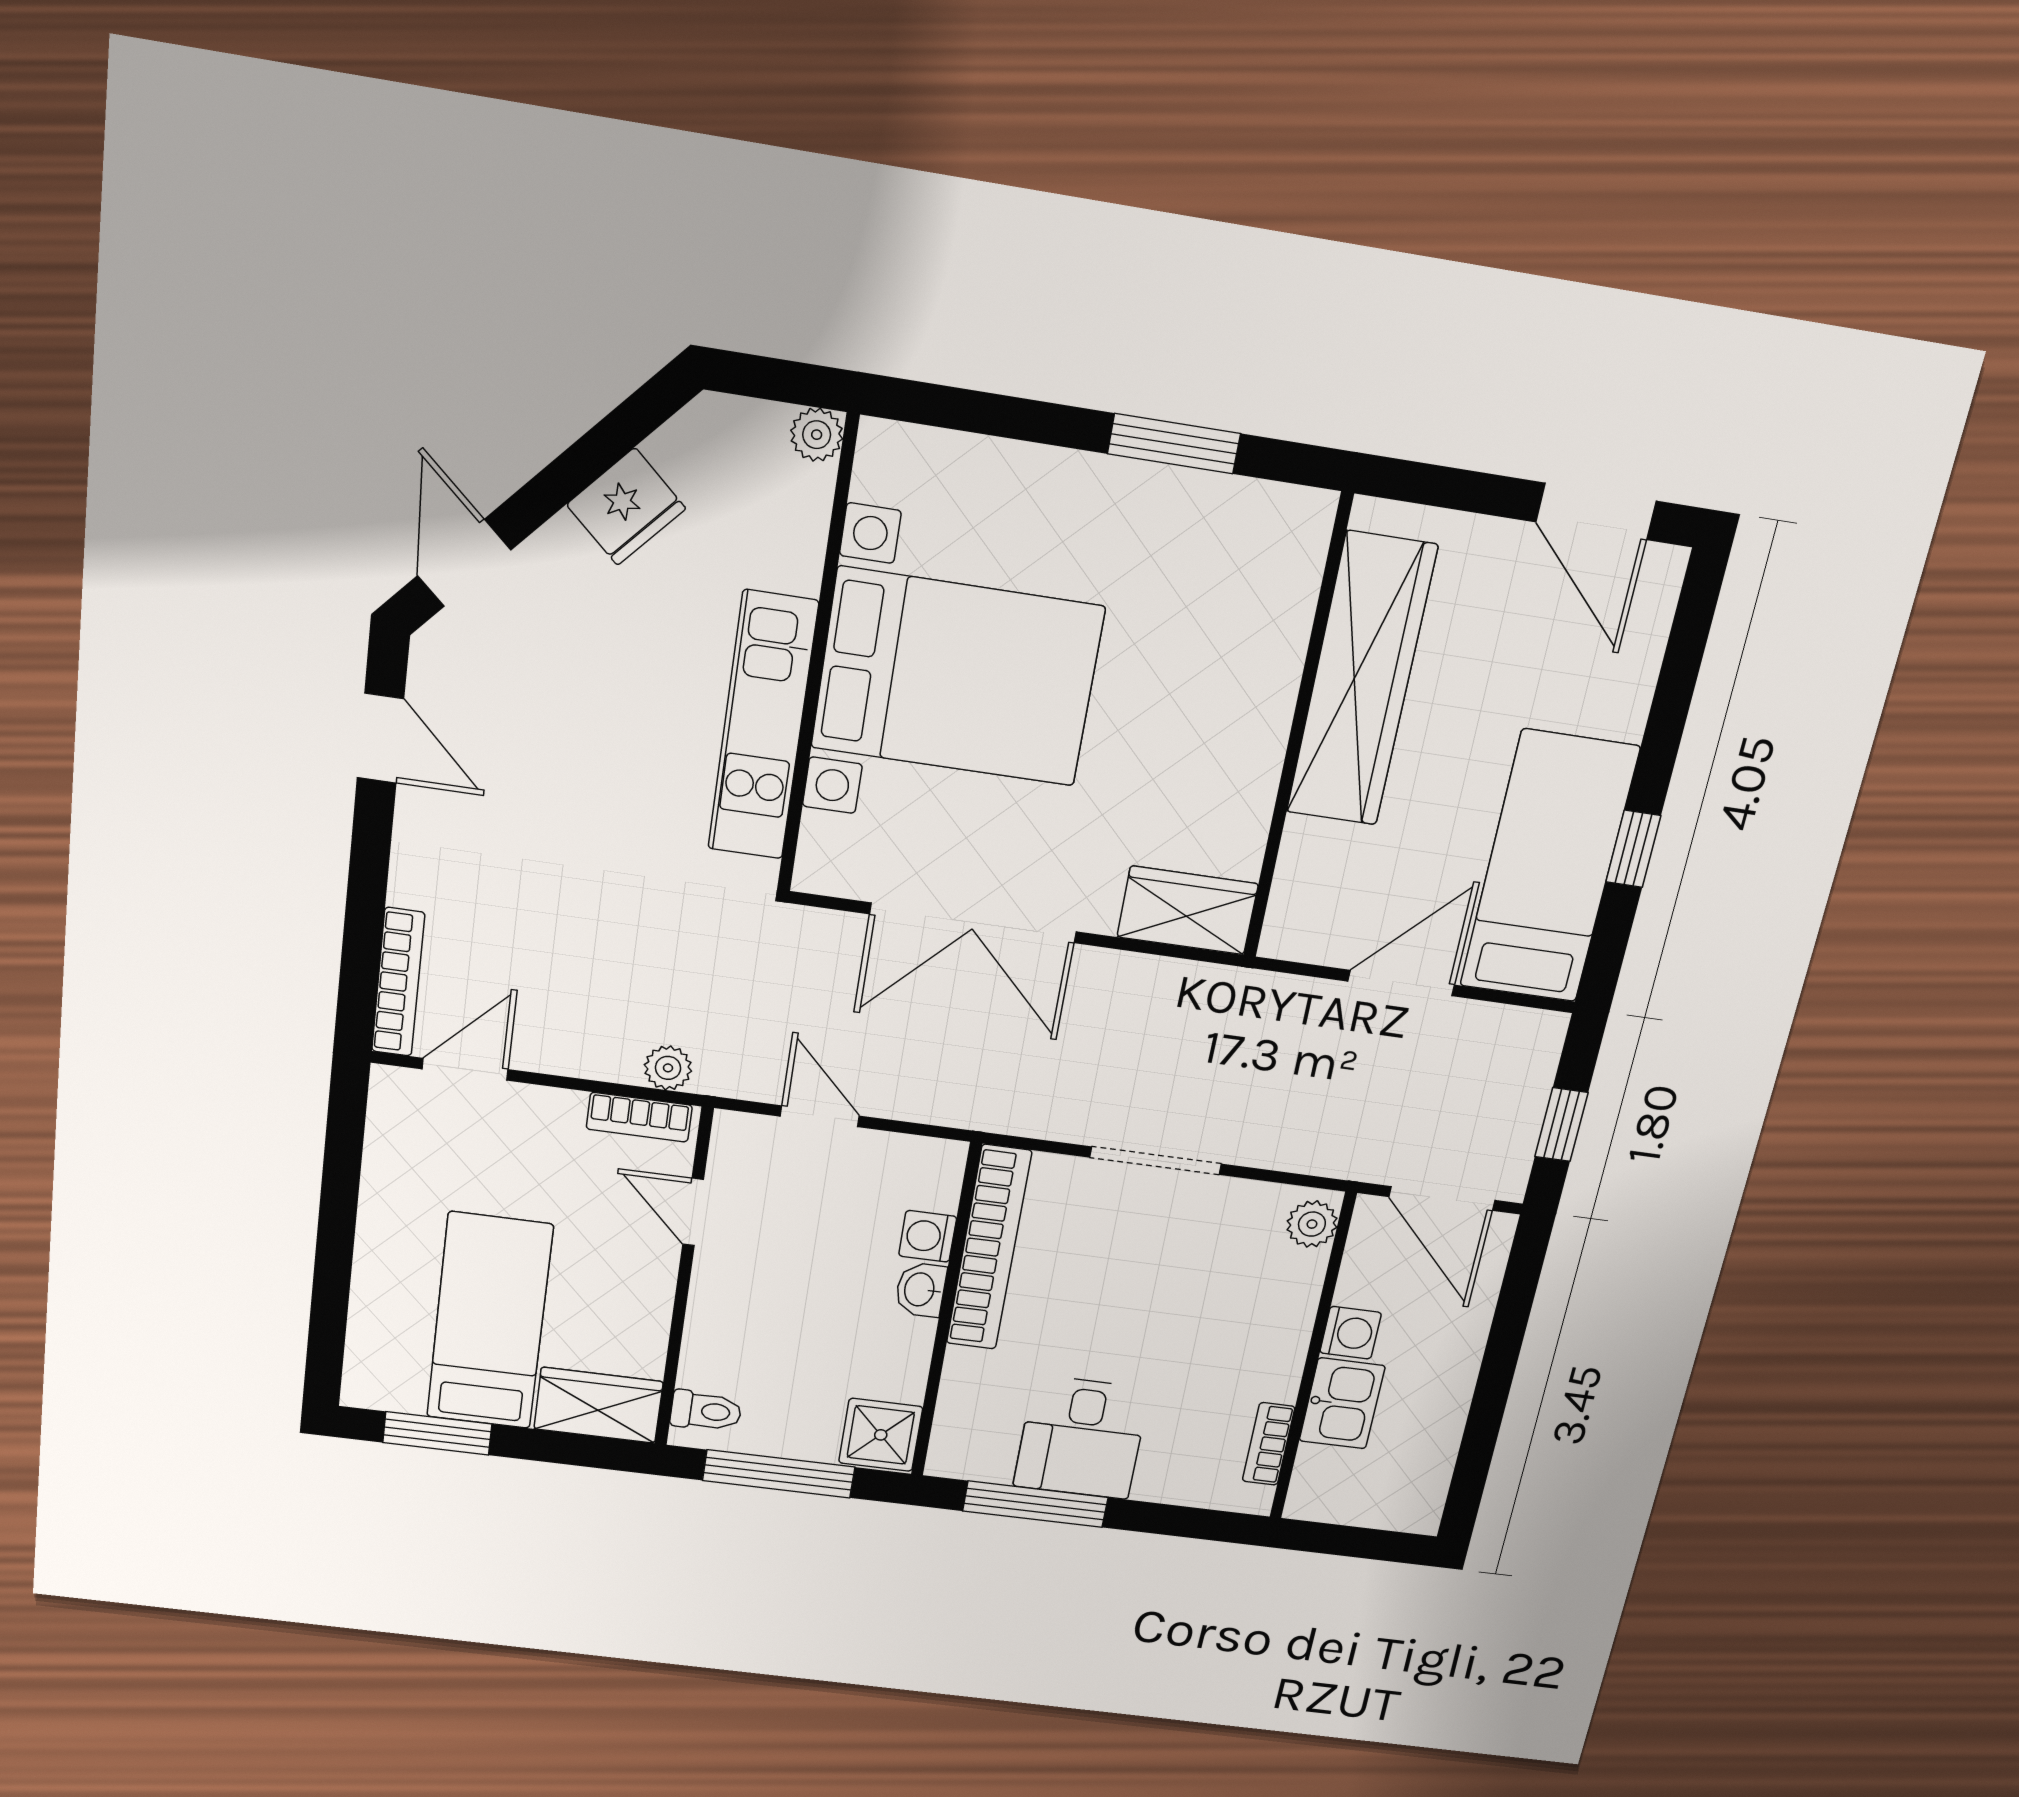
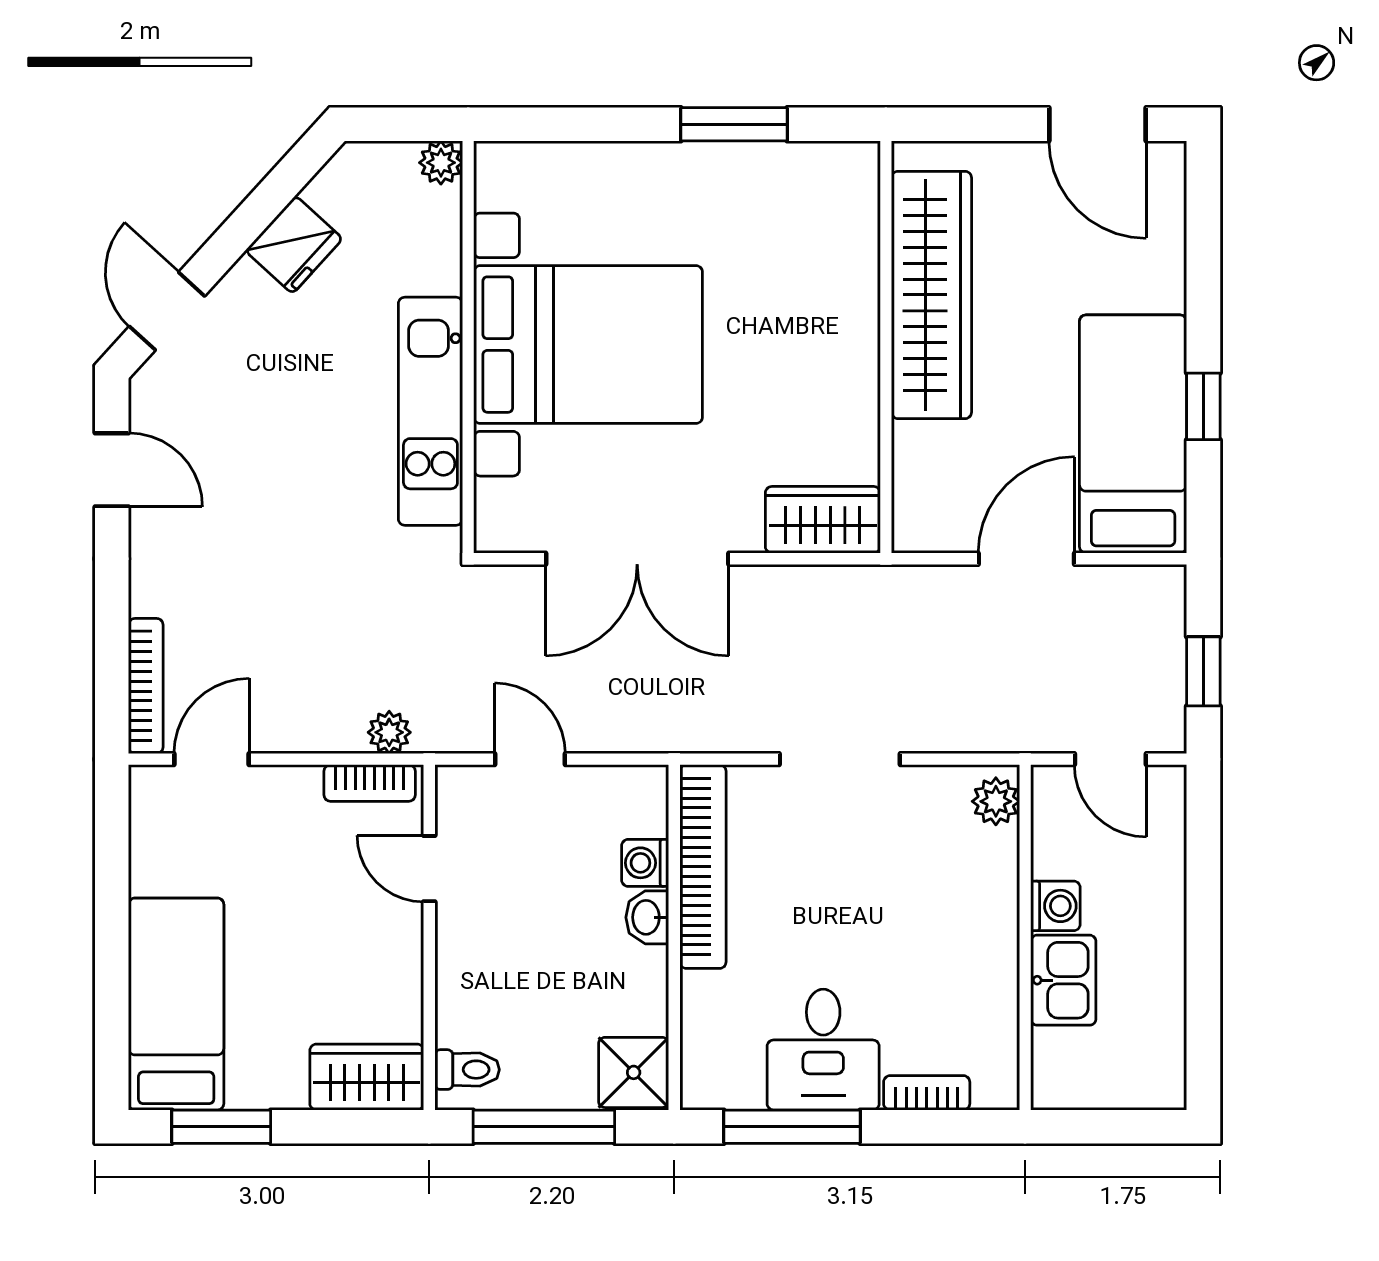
door: (1442, 1199) -> (1110, 759), width x0.73
bed: (490, 1321) -> (176, 1004), moved
bookcase: (1269, 1444) -> (927, 1093), moved, turned 90

